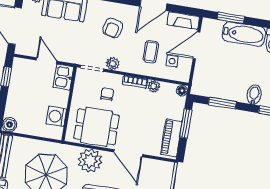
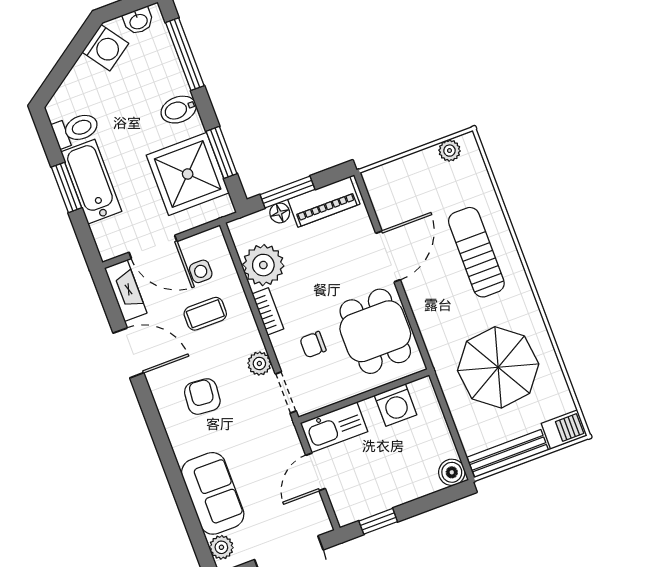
window: (231, 18) -> (67, 187), moved
armchair: (113, 28) -> (202, 397), turned -98
kitchen sink: (63, 77) -> (334, 427), width x1.38
shower: (221, 81) -> (188, 174), added
plant: (154, 86) -> (263, 265), width x1.87, depth x1.87
floor lamp: (182, 91) -> (280, 213), moved
plant: (90, 161) -> (435, 311), removed

